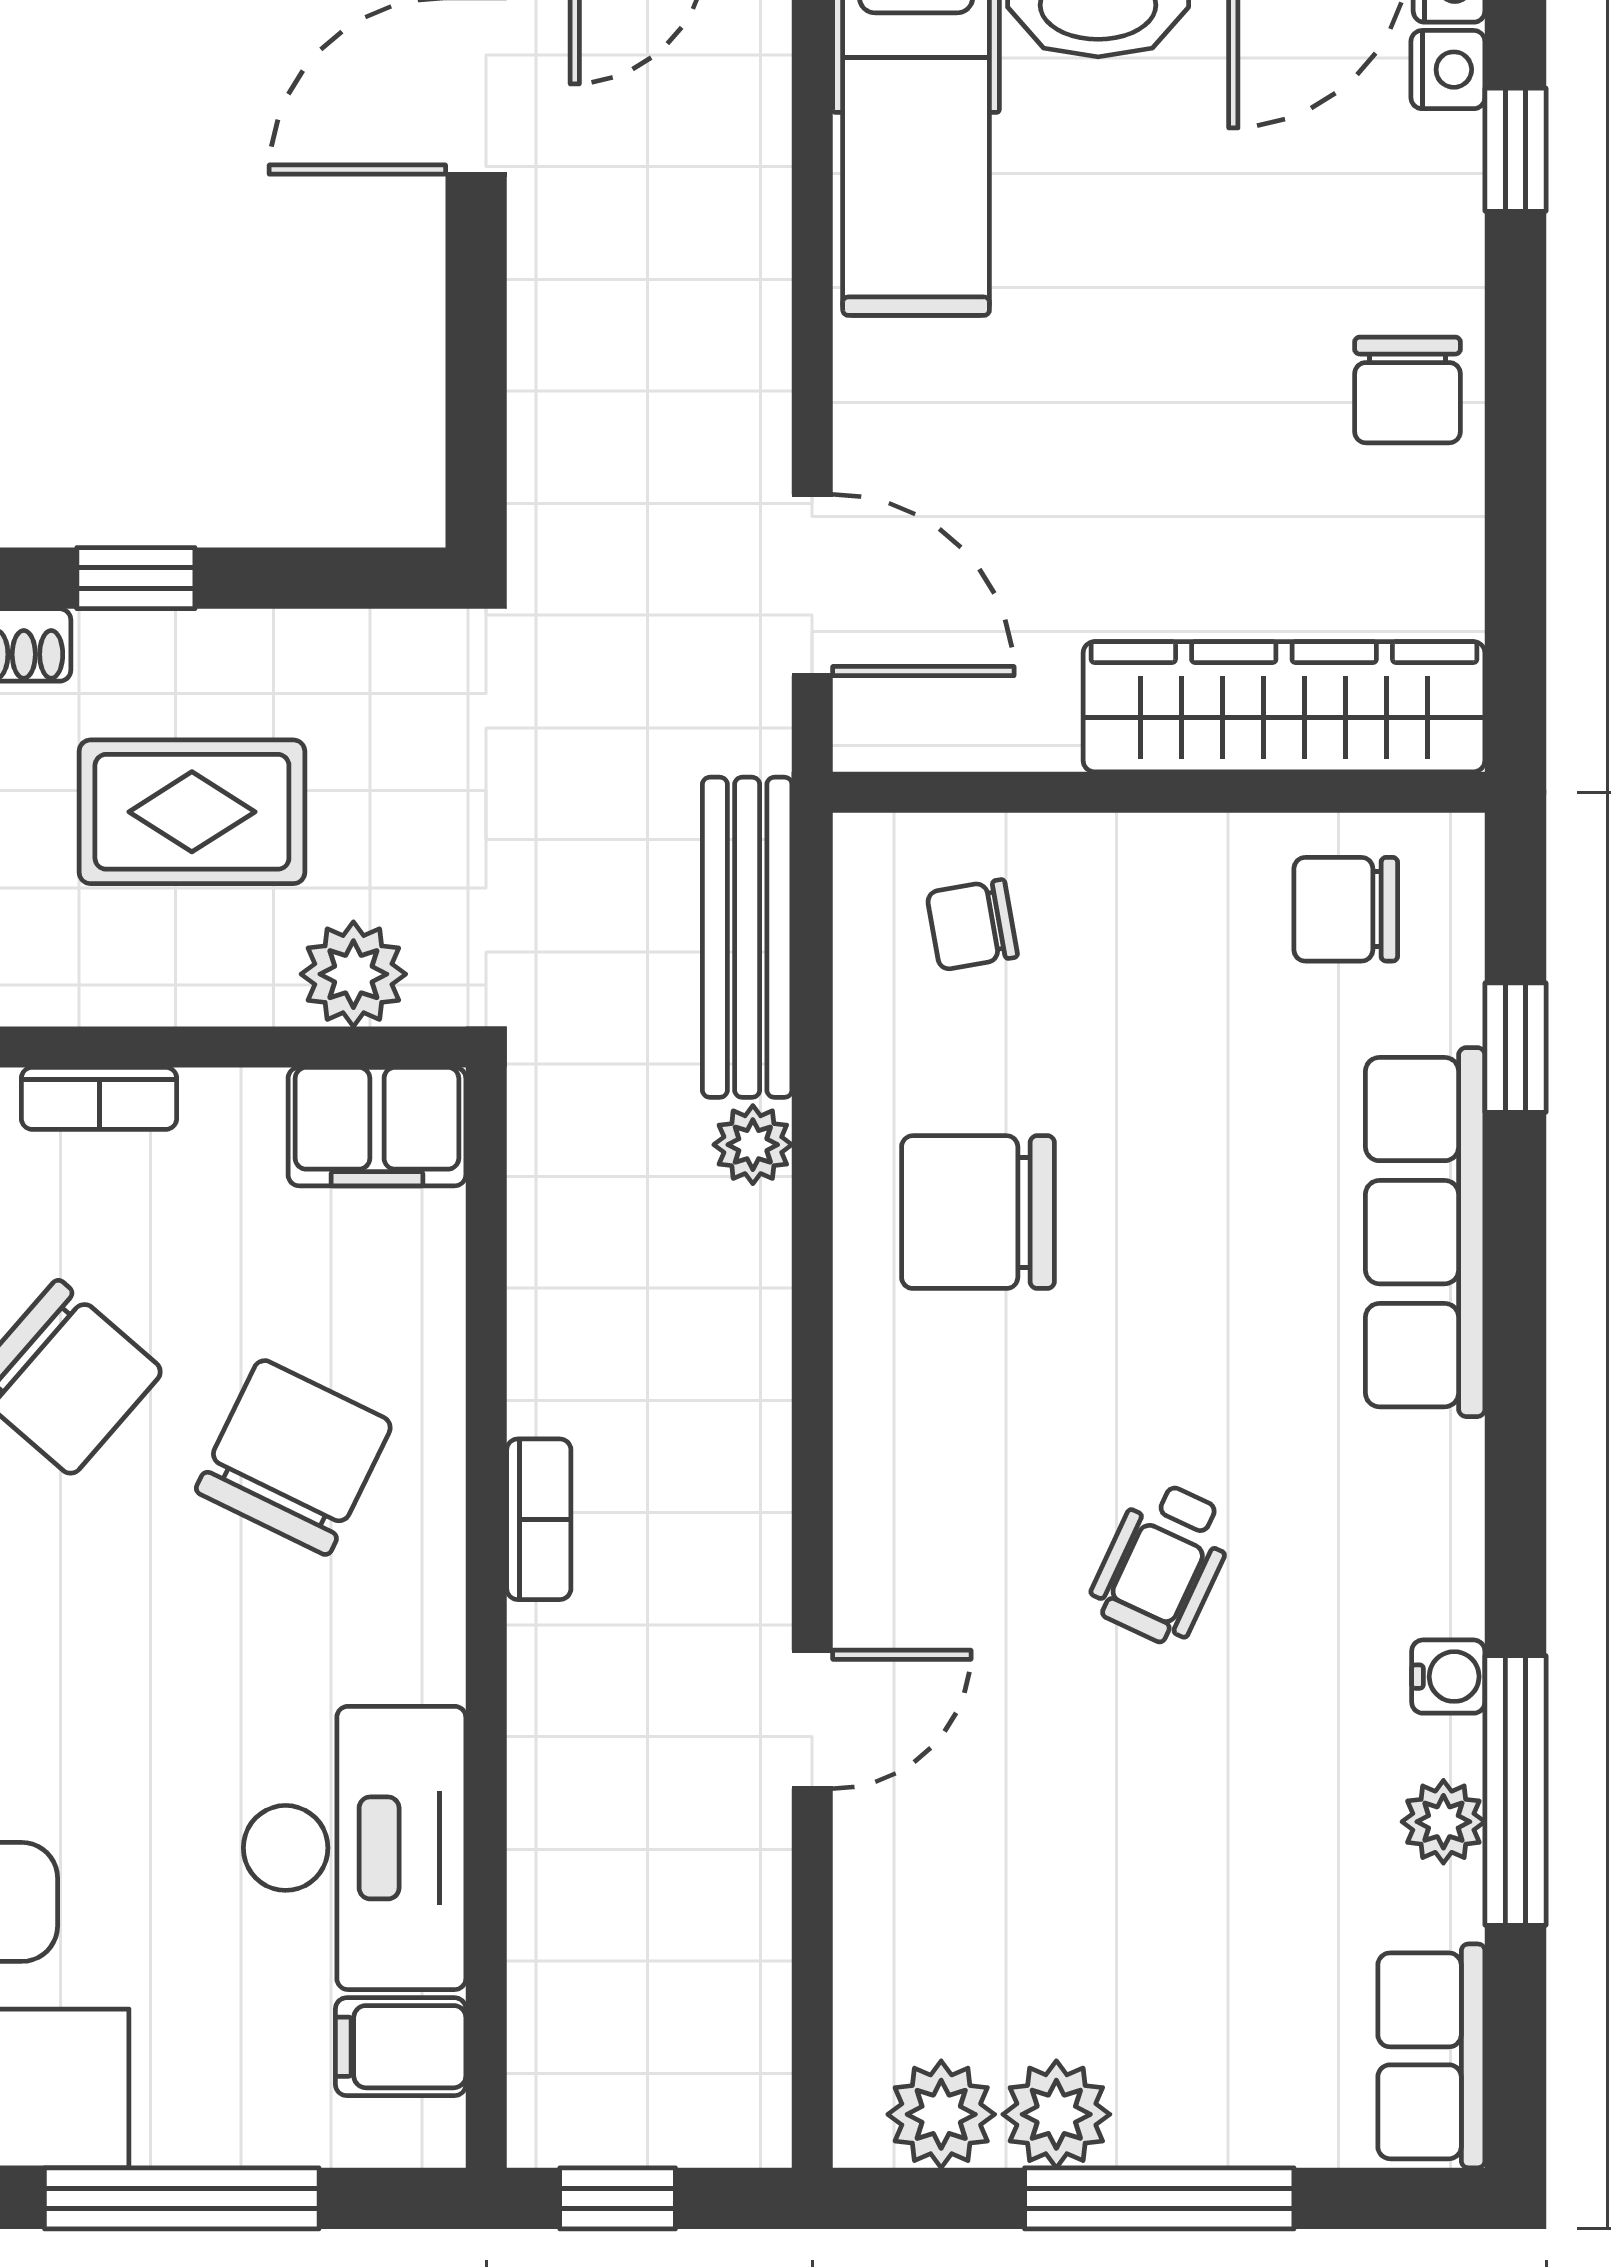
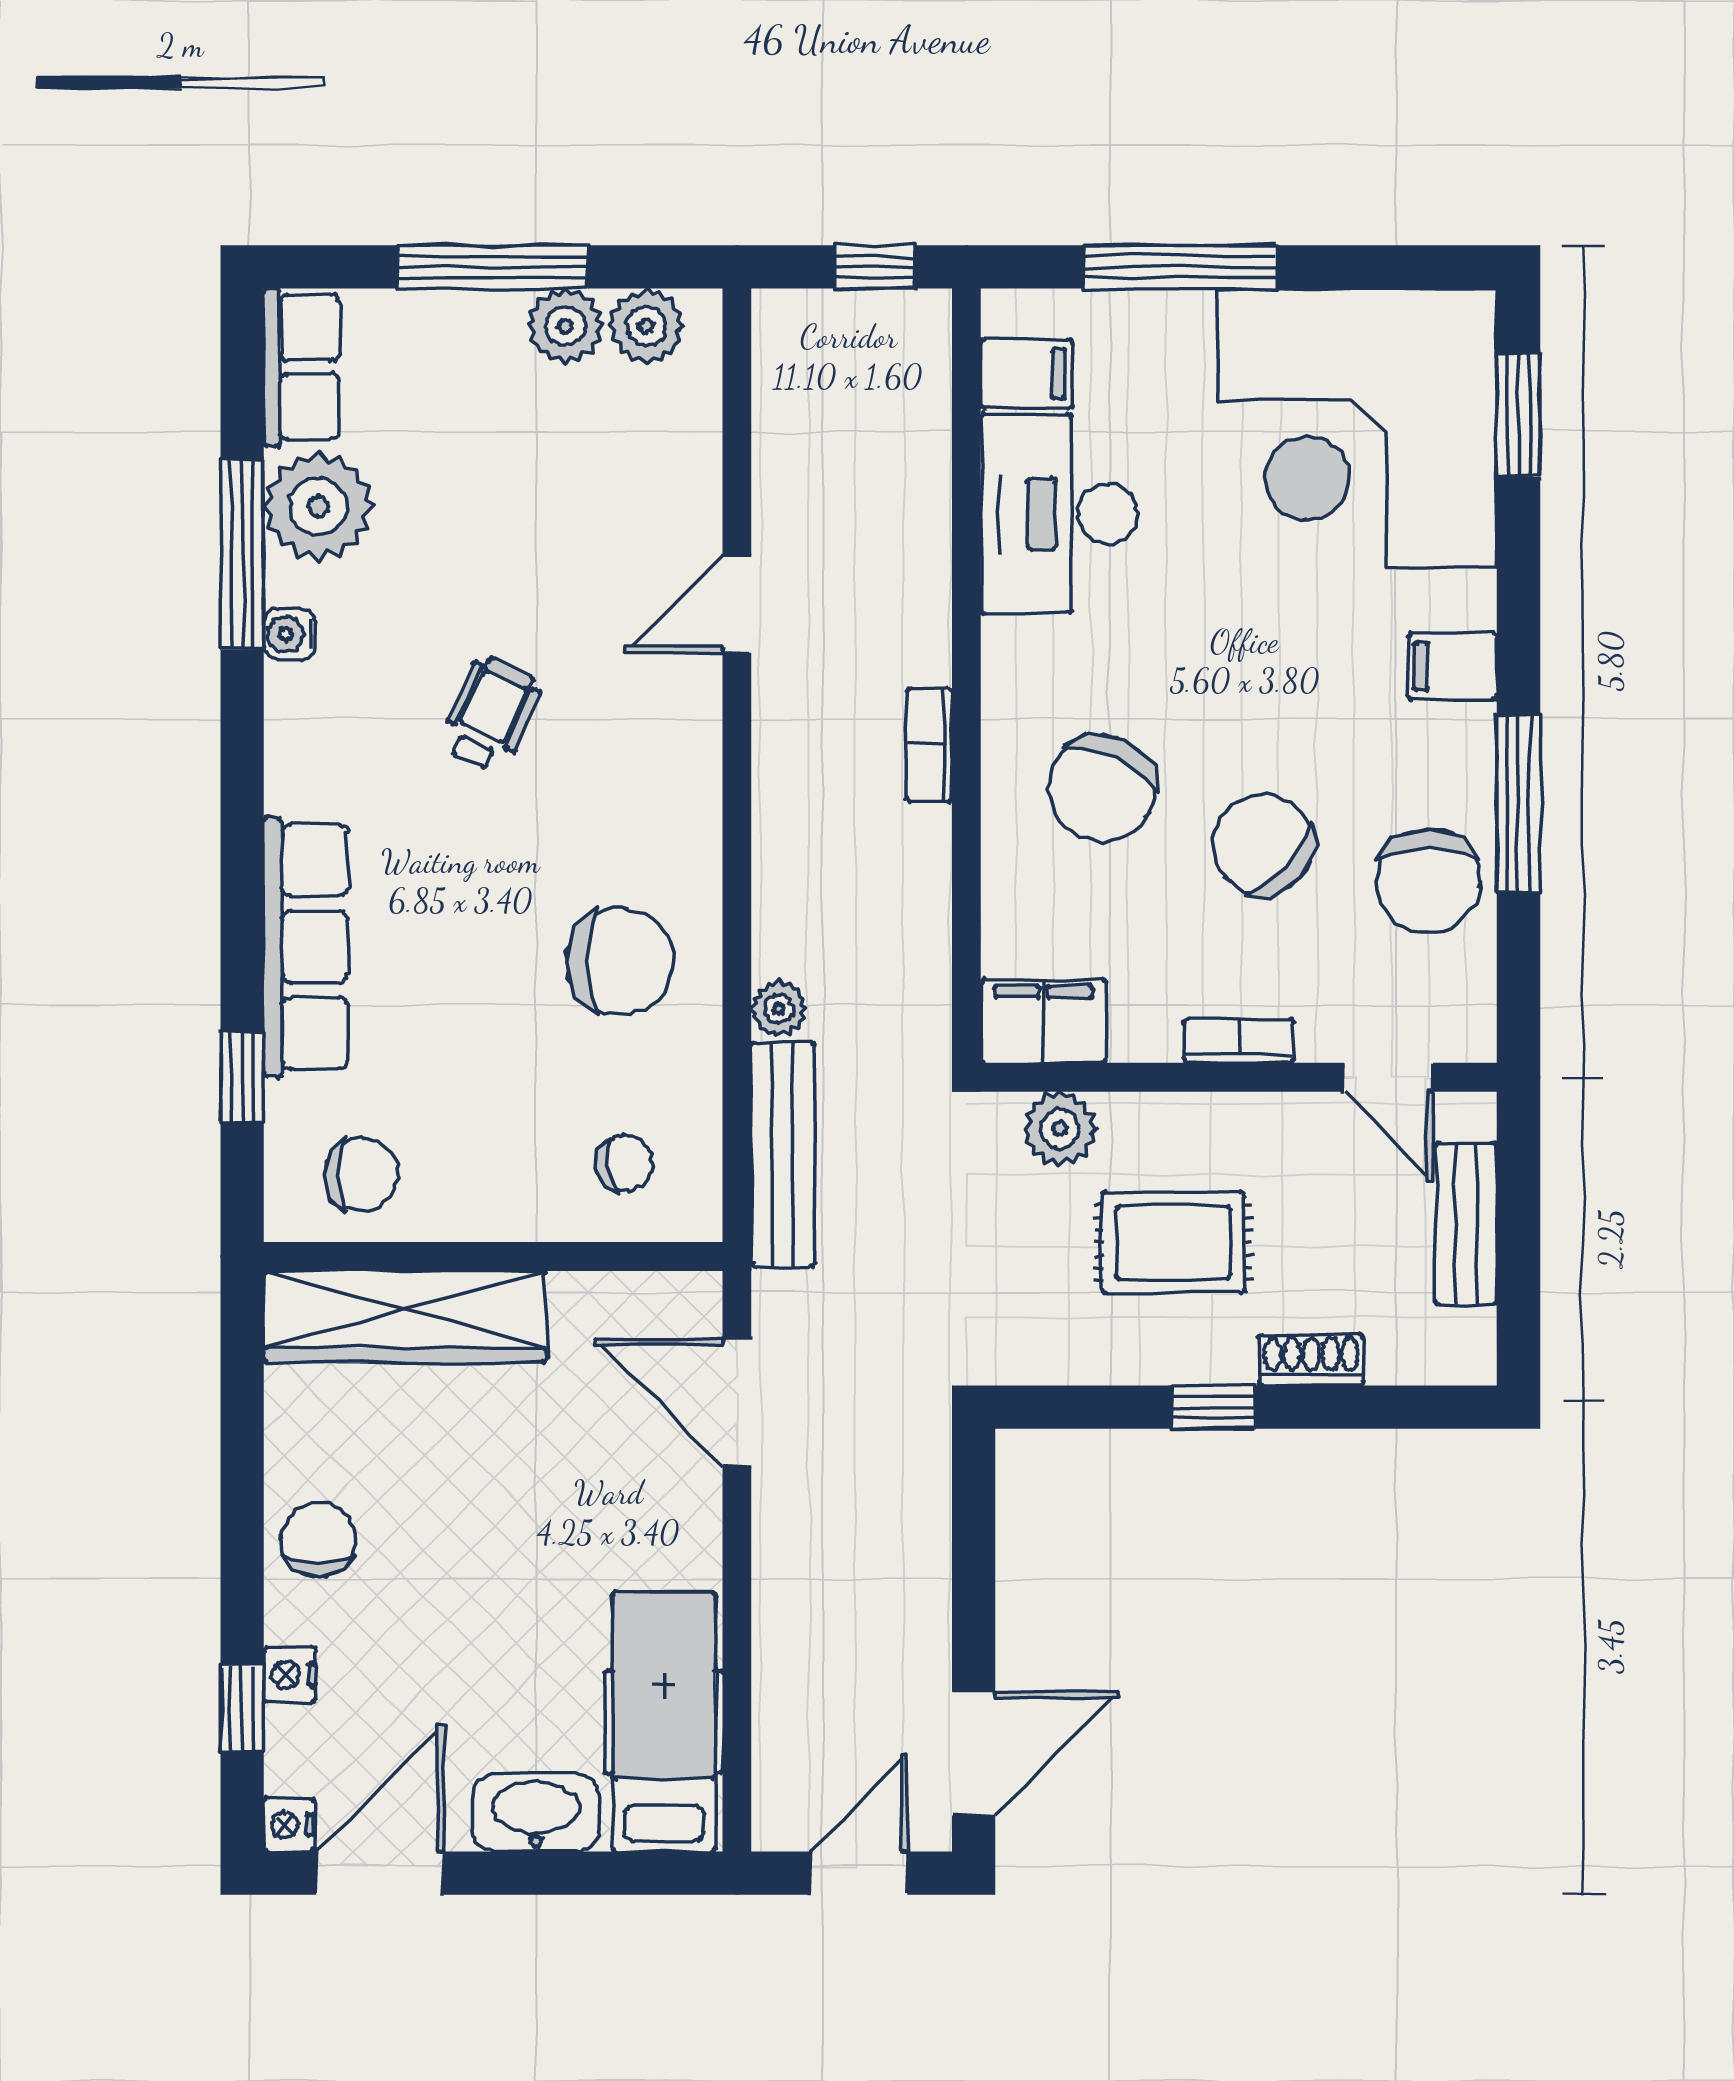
nightstand: (1448, 70) -> (290, 1675), moved
plant: (1443, 1822) -> (318, 506), width x1.87, depth x1.87

